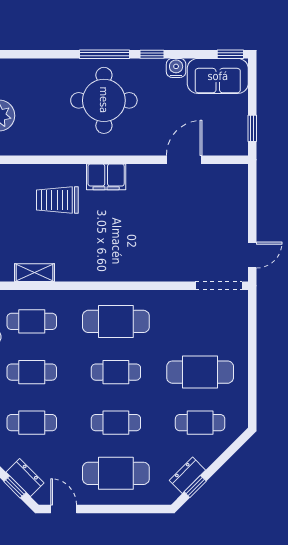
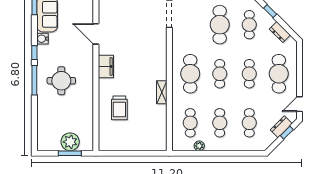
round table: (104, 100) -> (61, 81), width x0.73, depth x0.73
filing cabinet: (106, 177) -> (106, 66), moved
shelving: (35, 273) -> (162, 92), moved
window: (195, 486) -> (270, 11), moved

